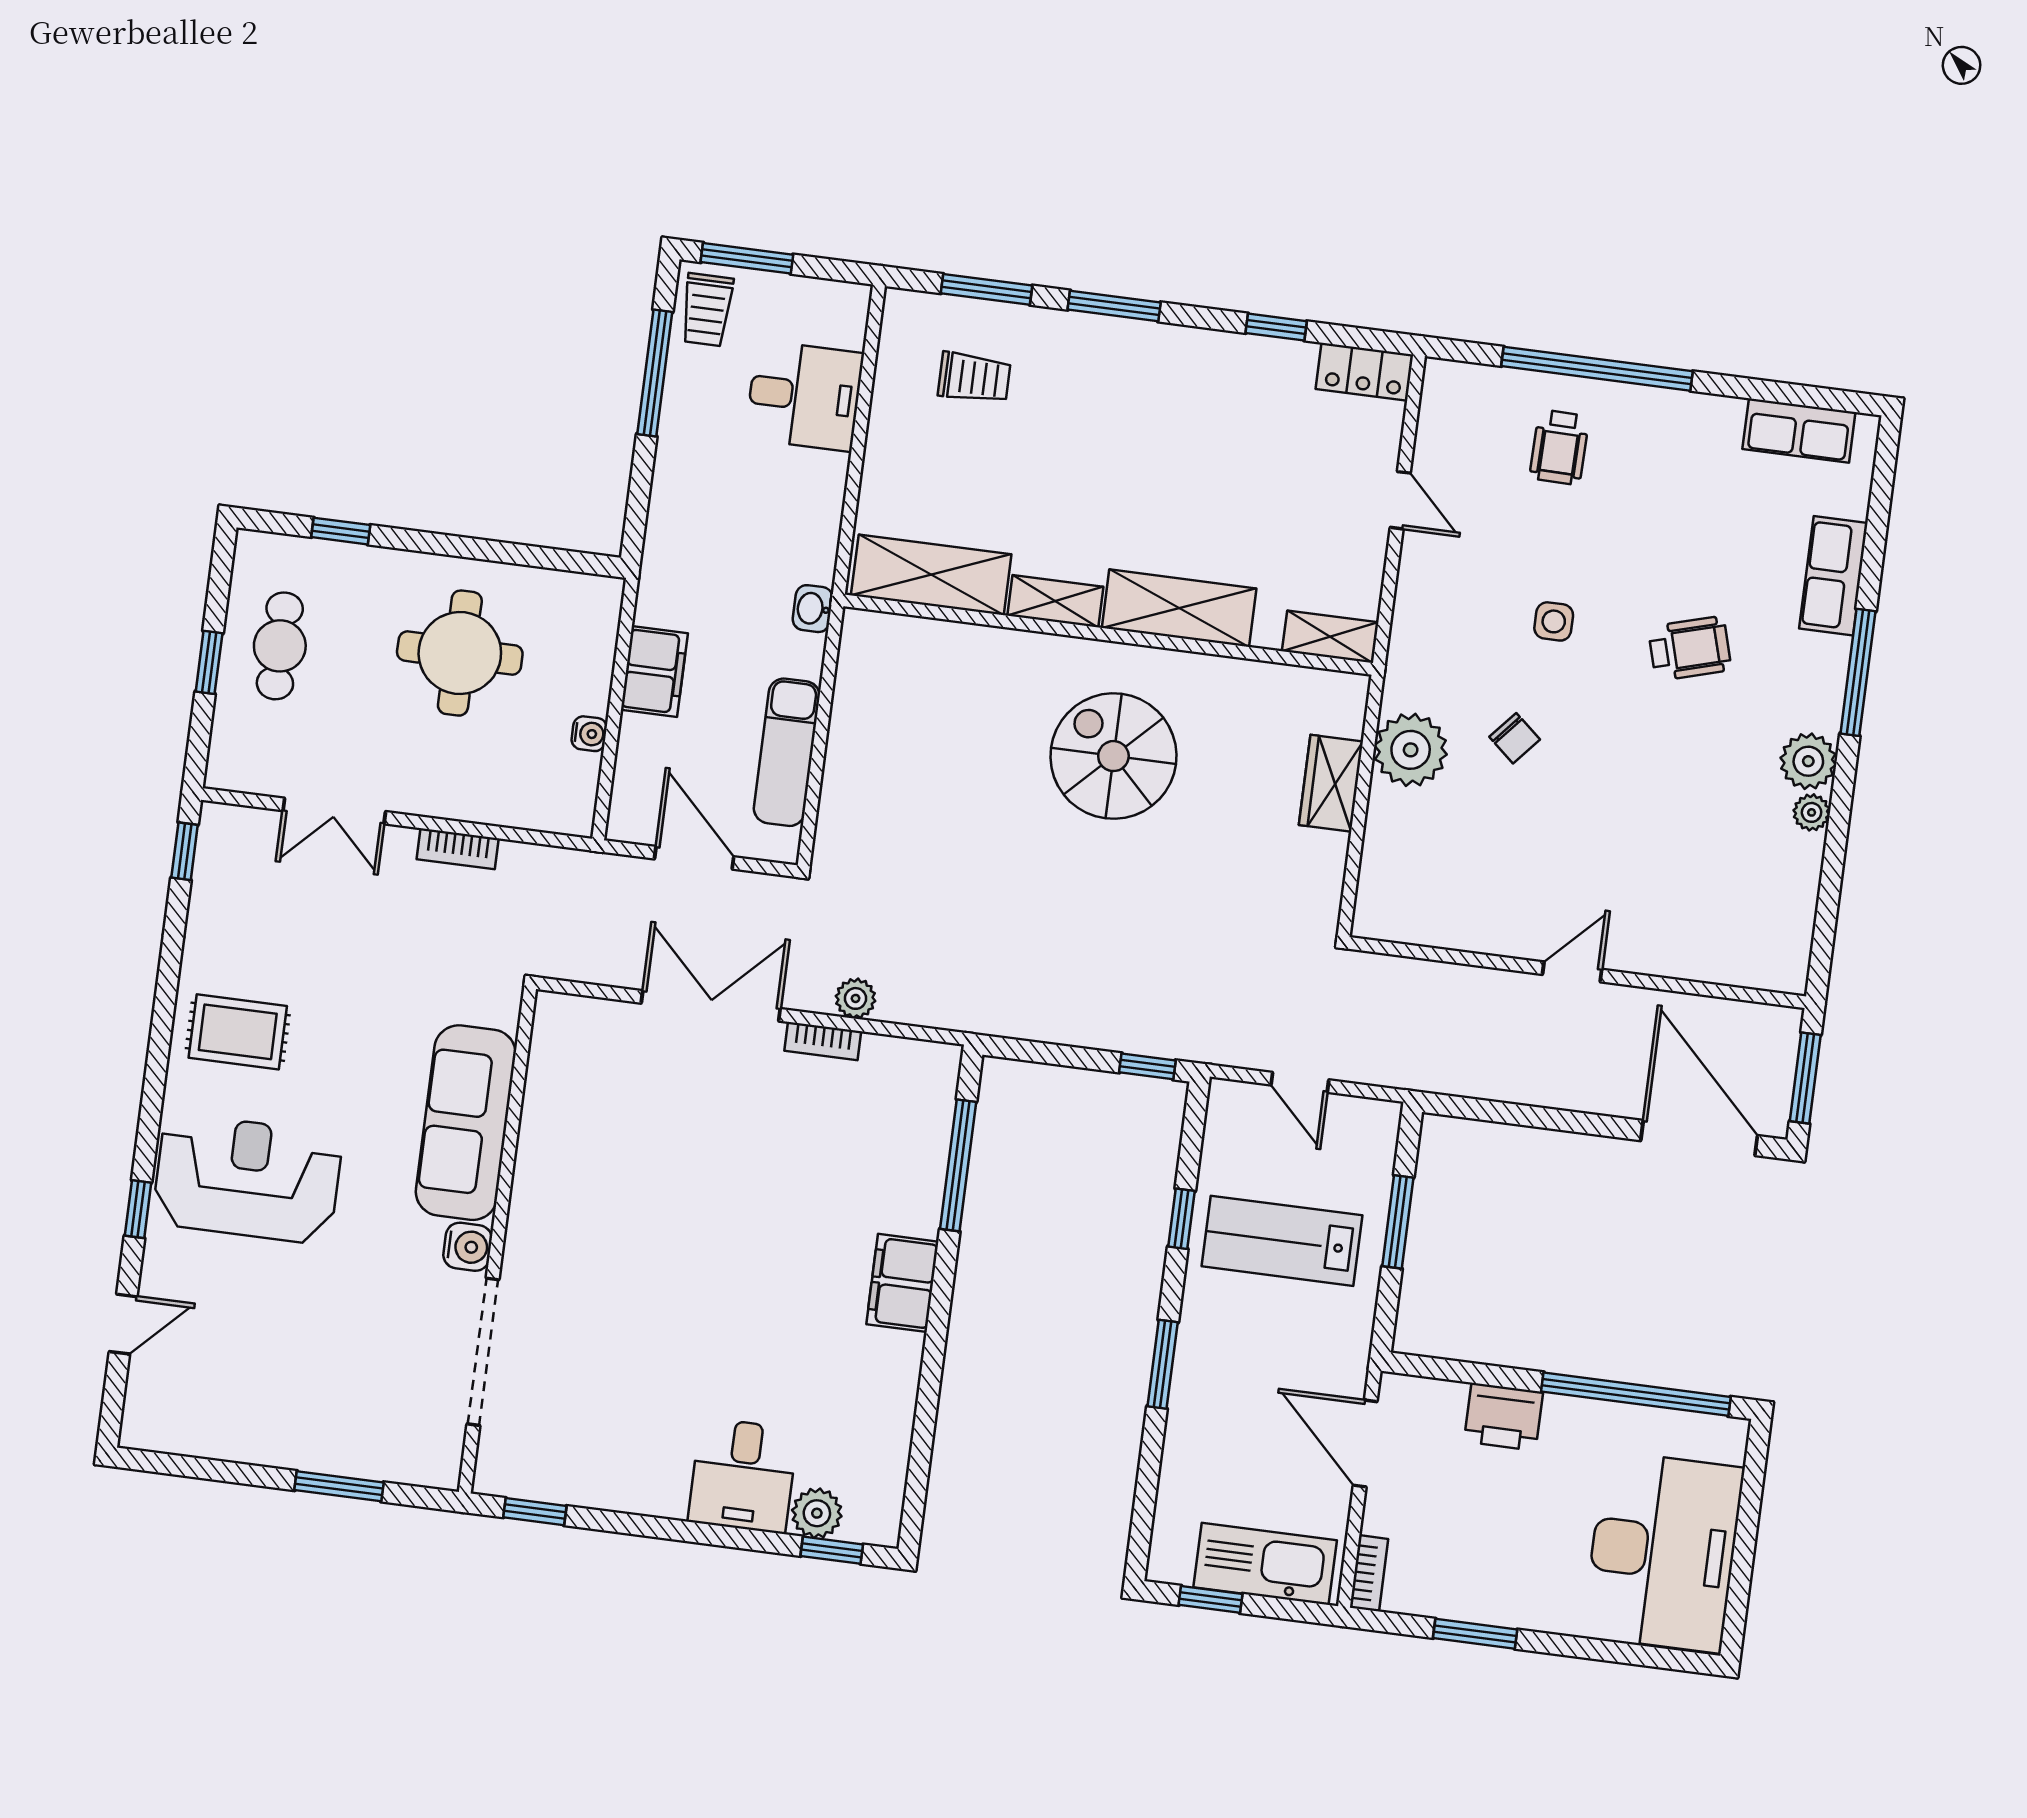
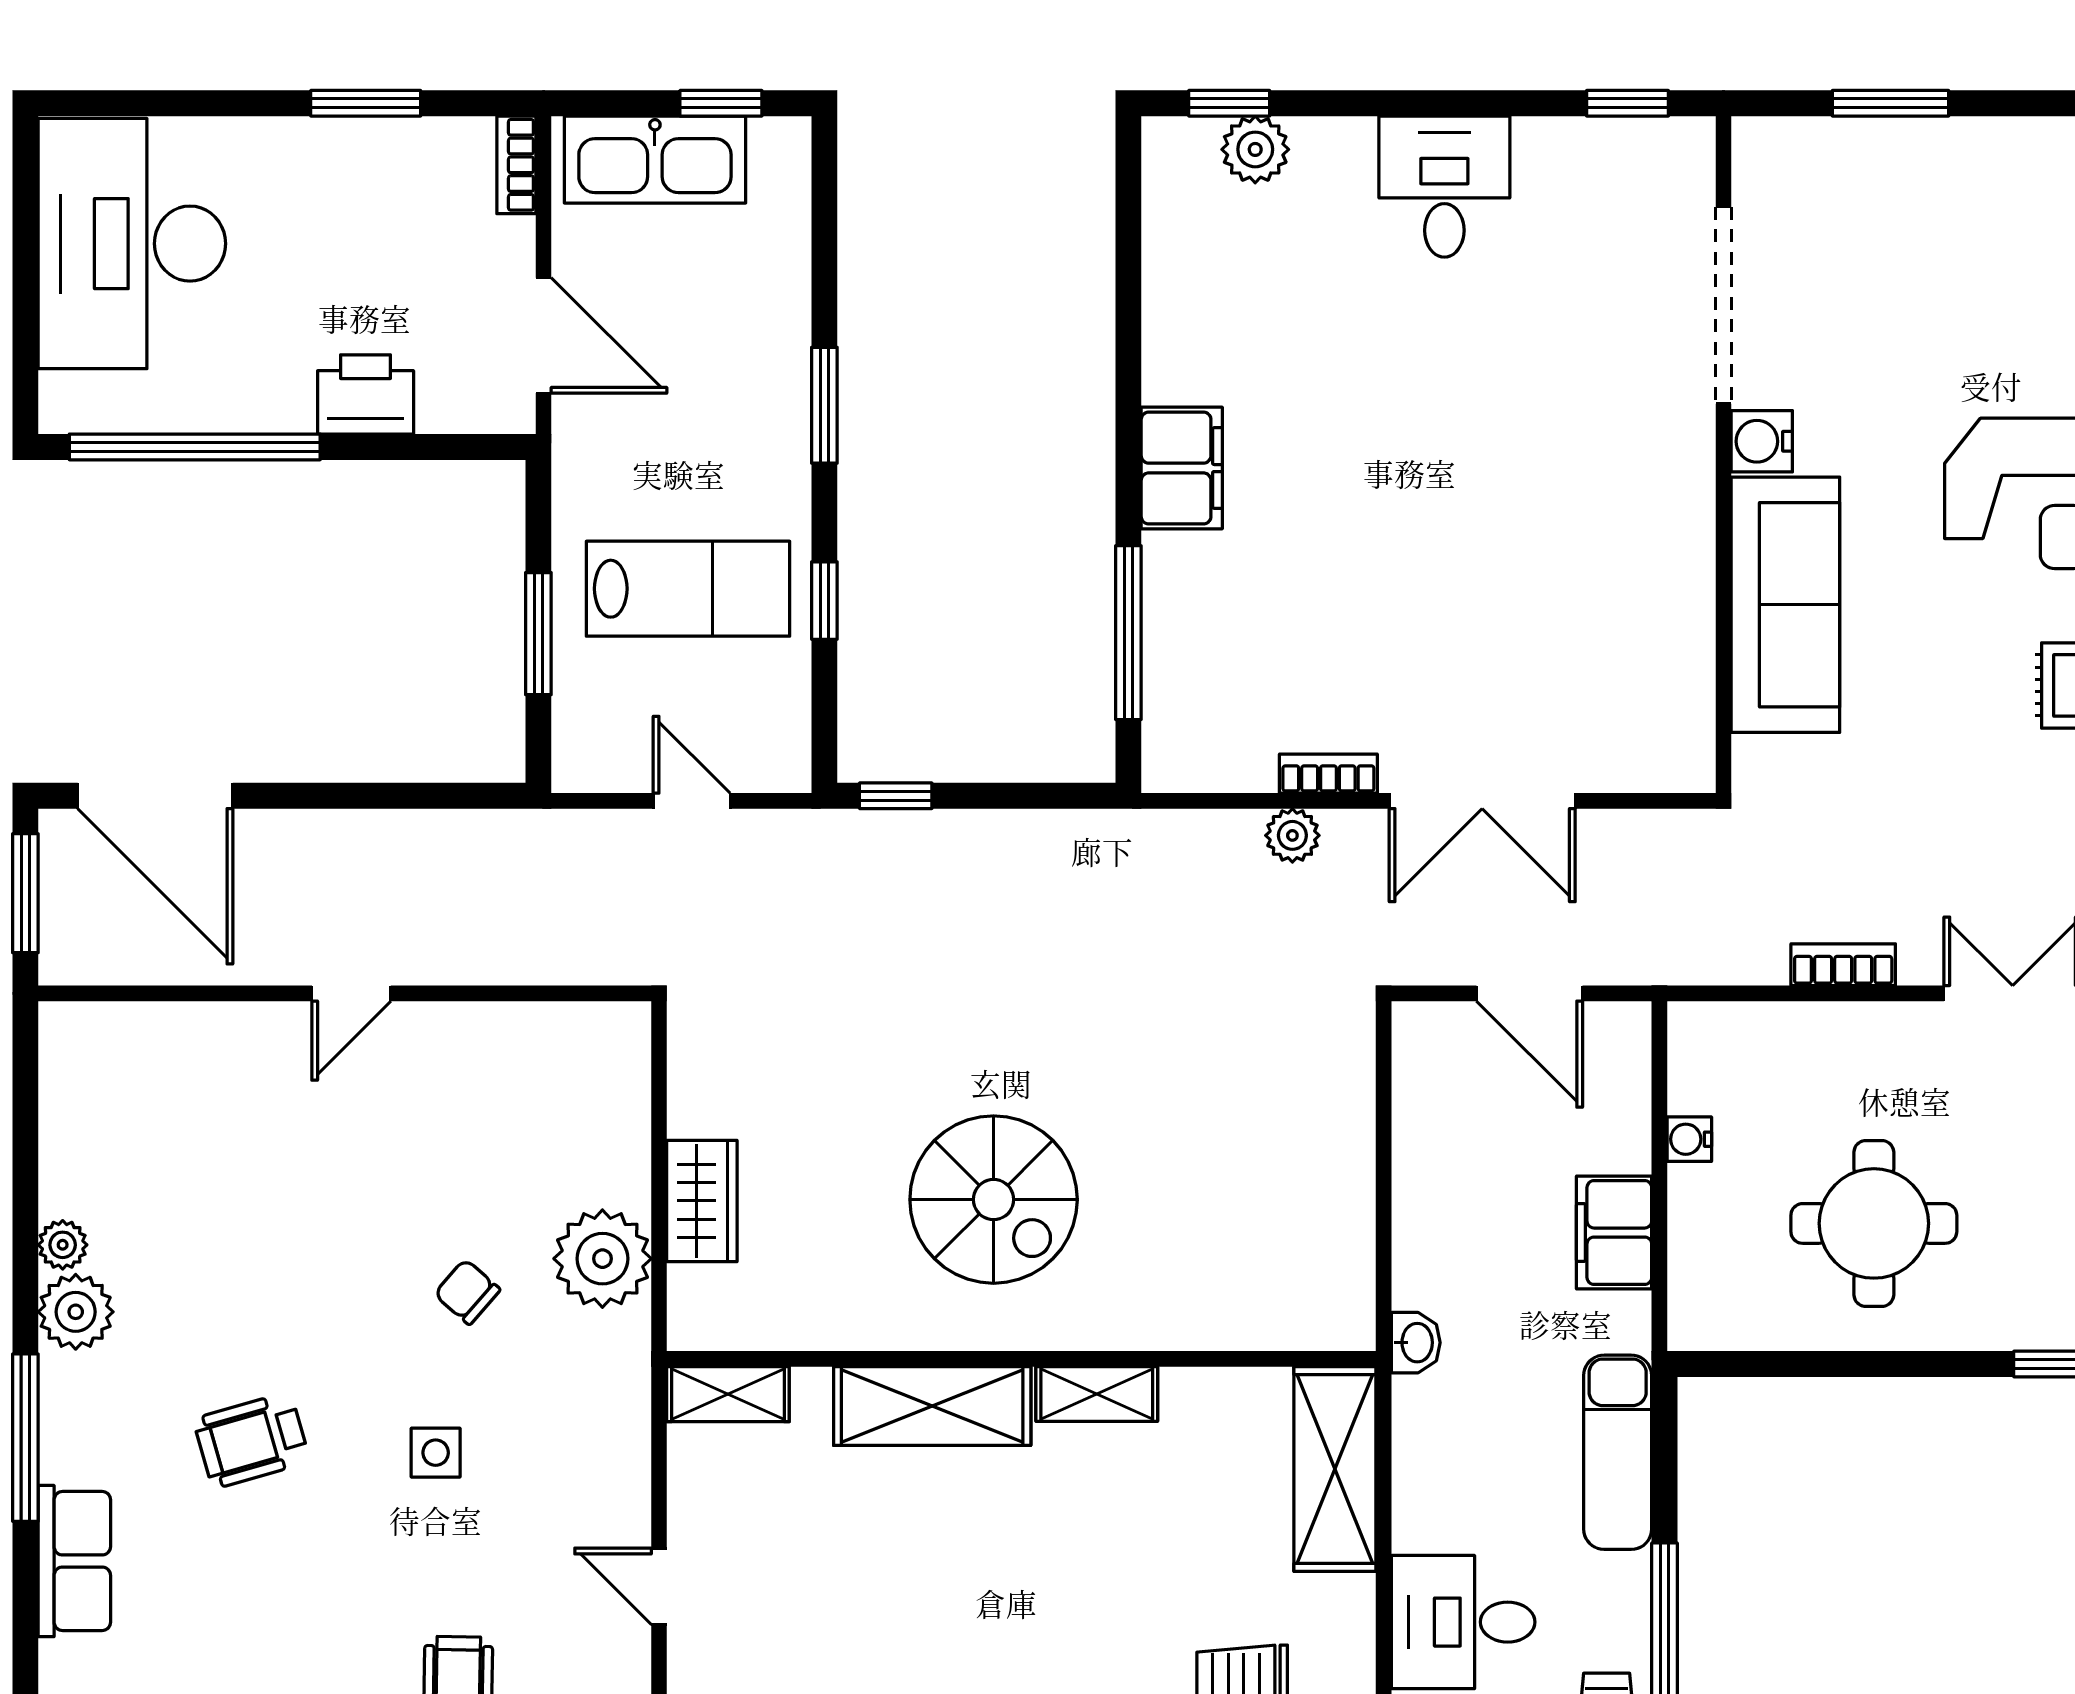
shelving: (931, 575) -> (1335, 1469), moved, turned 90
exam couch: (787, 752) -> (1618, 1452), moved, turned 180
desk: (743, 1475) -> (1444, 187), moved

